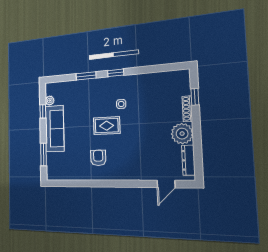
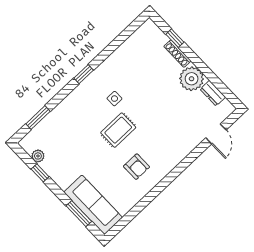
window: (86, 76) -> (38, 118), moved
sofa: (55, 129) -> (93, 205), moved
armchair: (98, 158) -> (136, 167), turned 180
dresser: (188, 160) -> (213, 93), width x0.70

